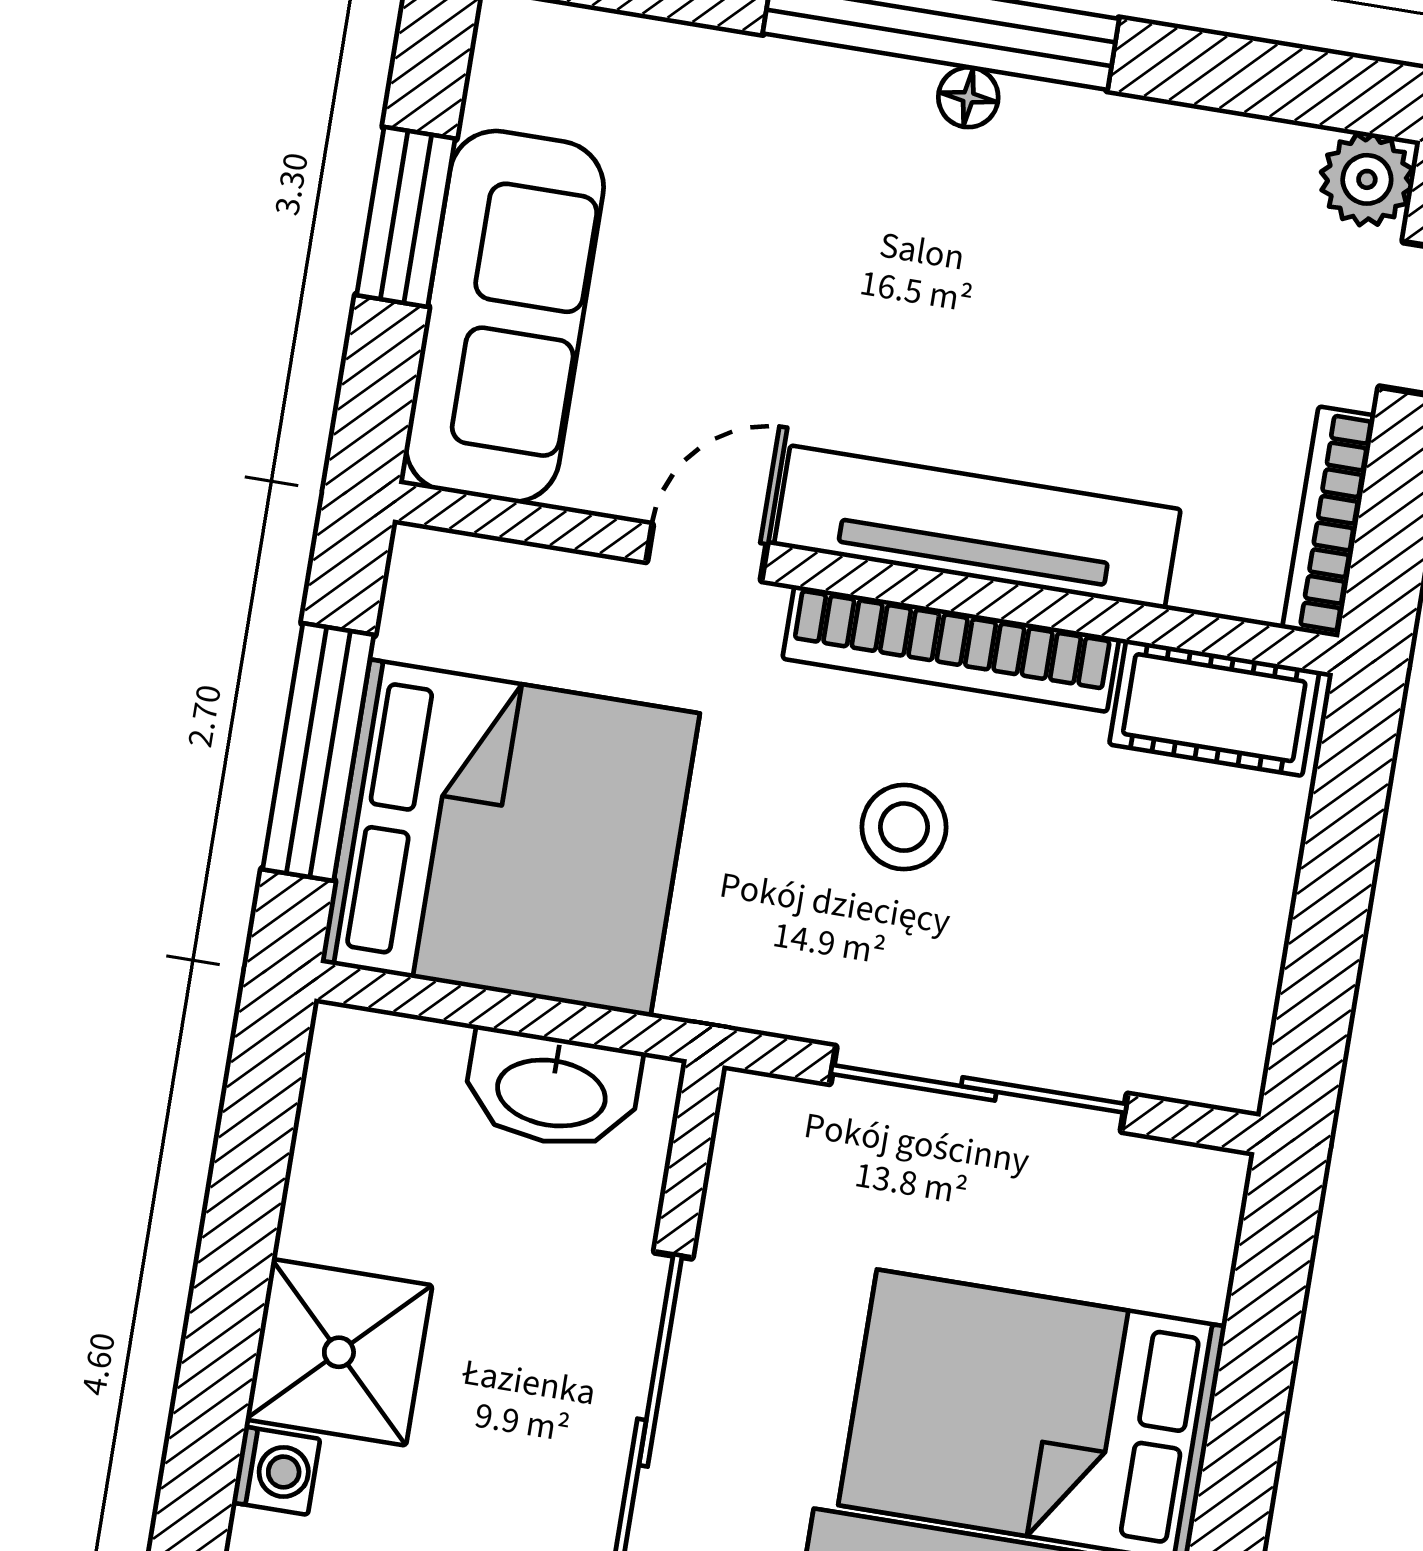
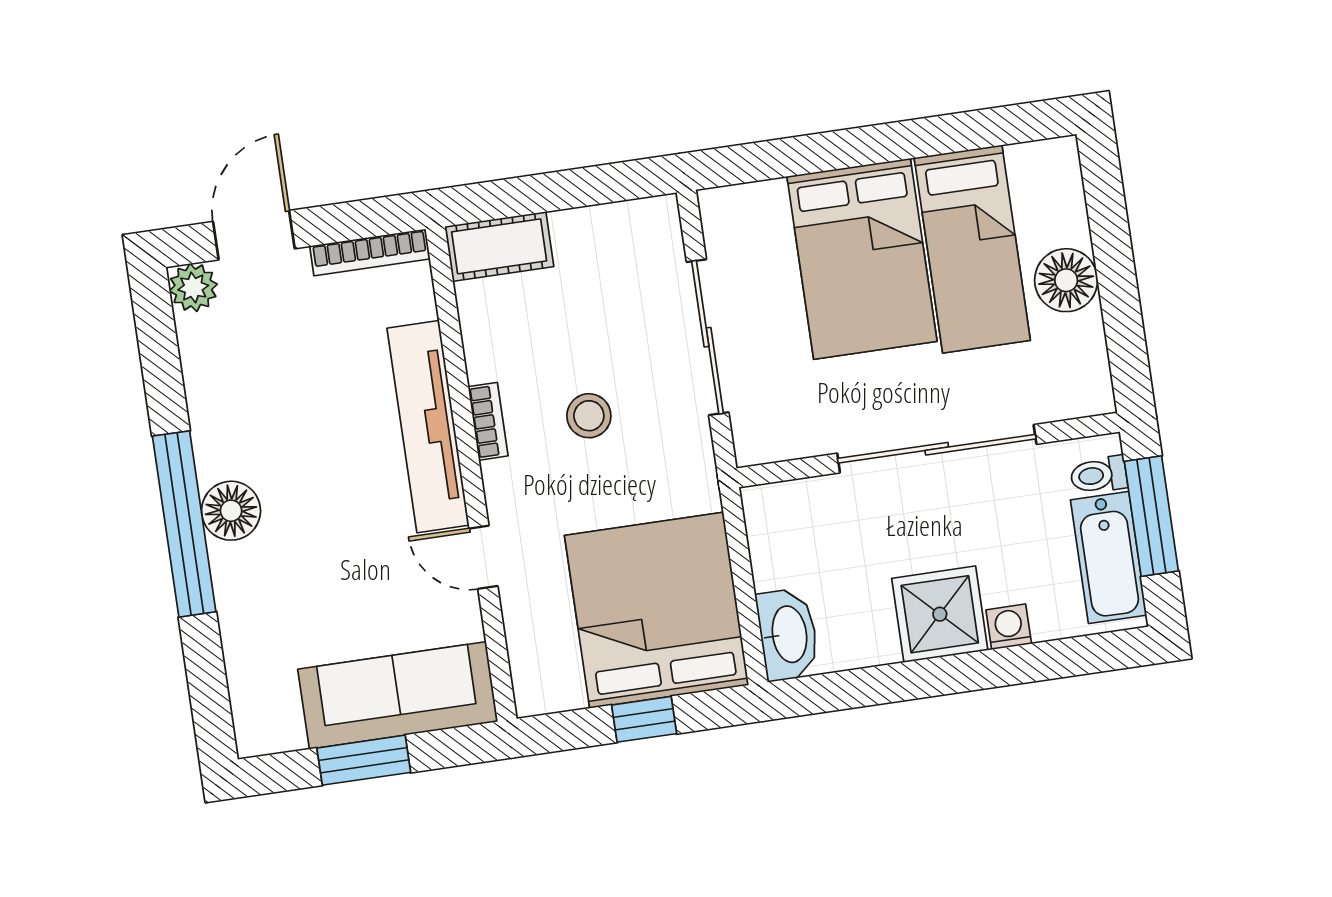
floor lamp: (968, 97) -> (231, 511), width x1.89, depth x1.89
bookcase: (951, 648) -> (488, 421), width x0.43, depth x0.76
cot: (1214, 708) -> (499, 246), moved, turned 90
window: (318, 752) -> (644, 719), width x0.46
washbasin: (552, 1090) -> (788, 634), moved

